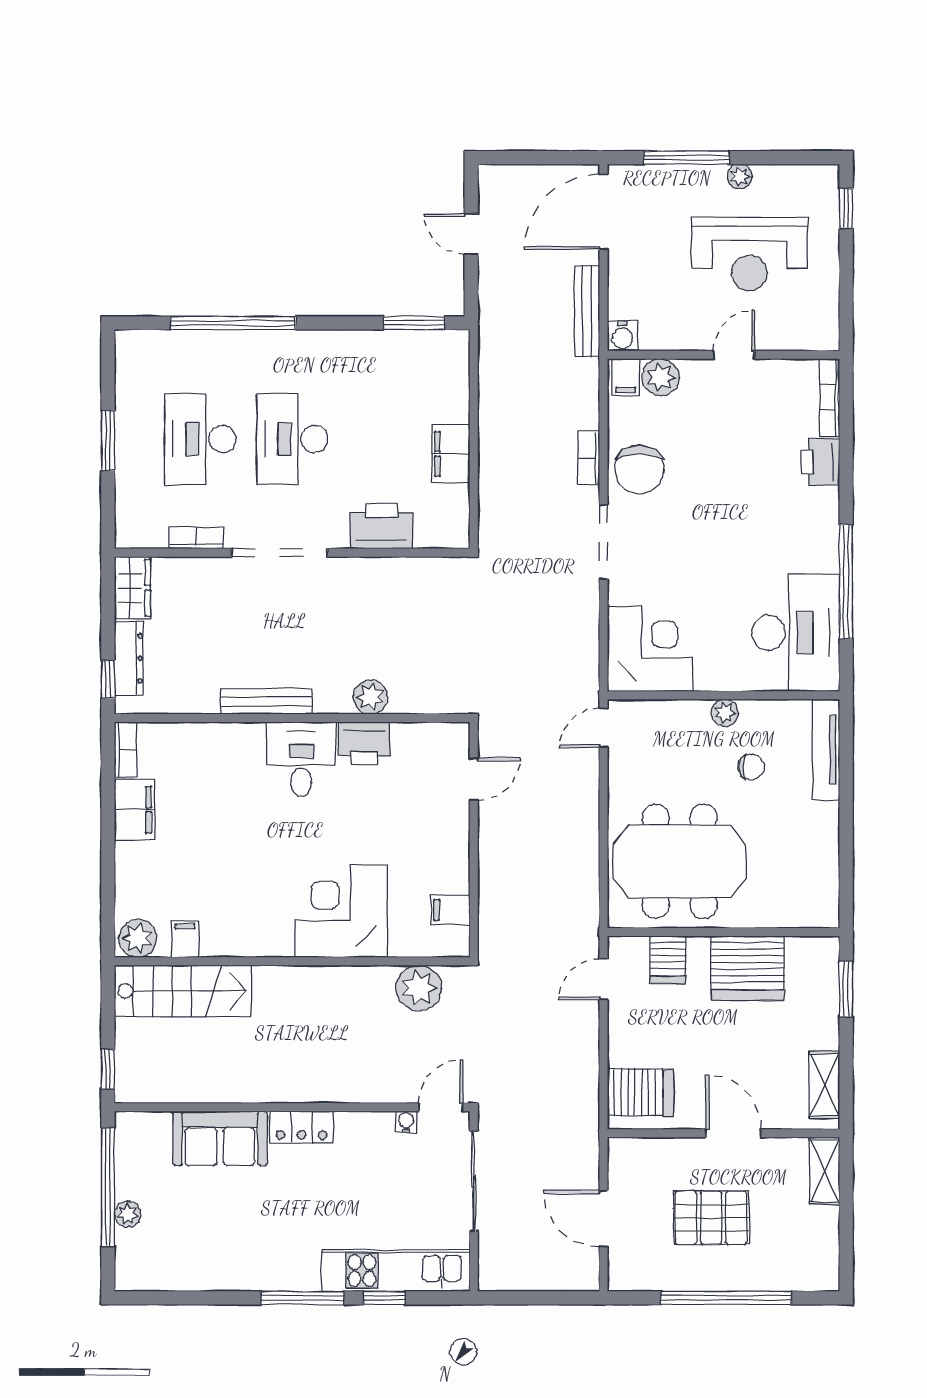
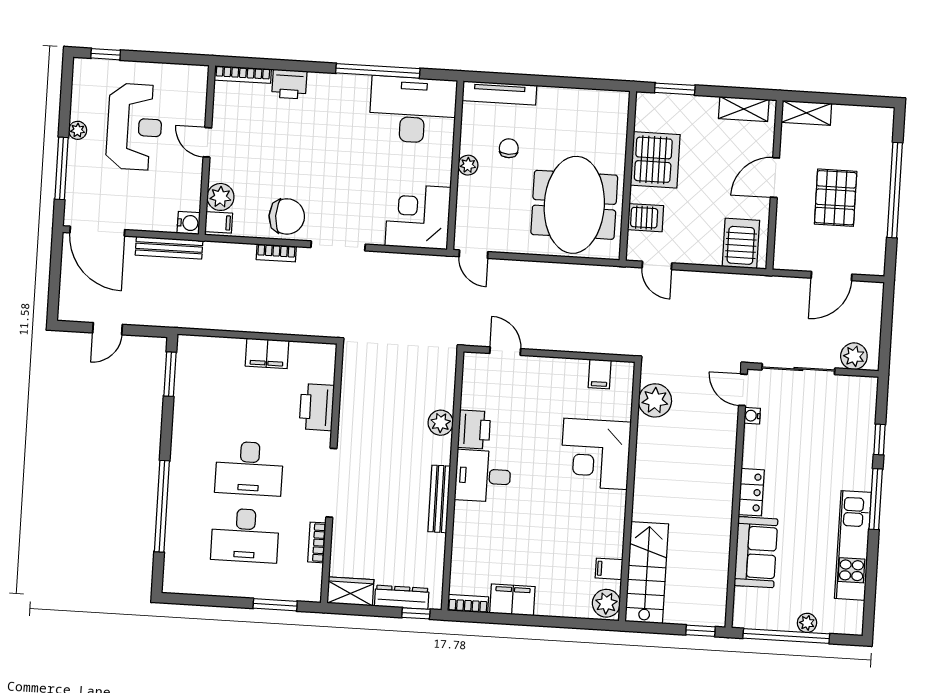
window: (108, 441) -> (275, 605), moved
plant: (496, 1256) -> (854, 356), added
kitchen unit: (396, 1271) -> (853, 545), moved

